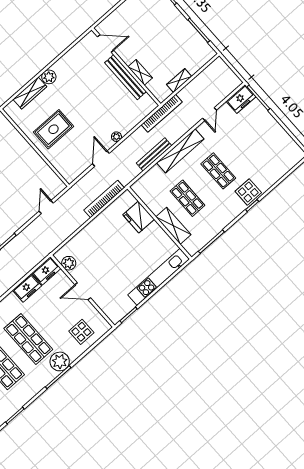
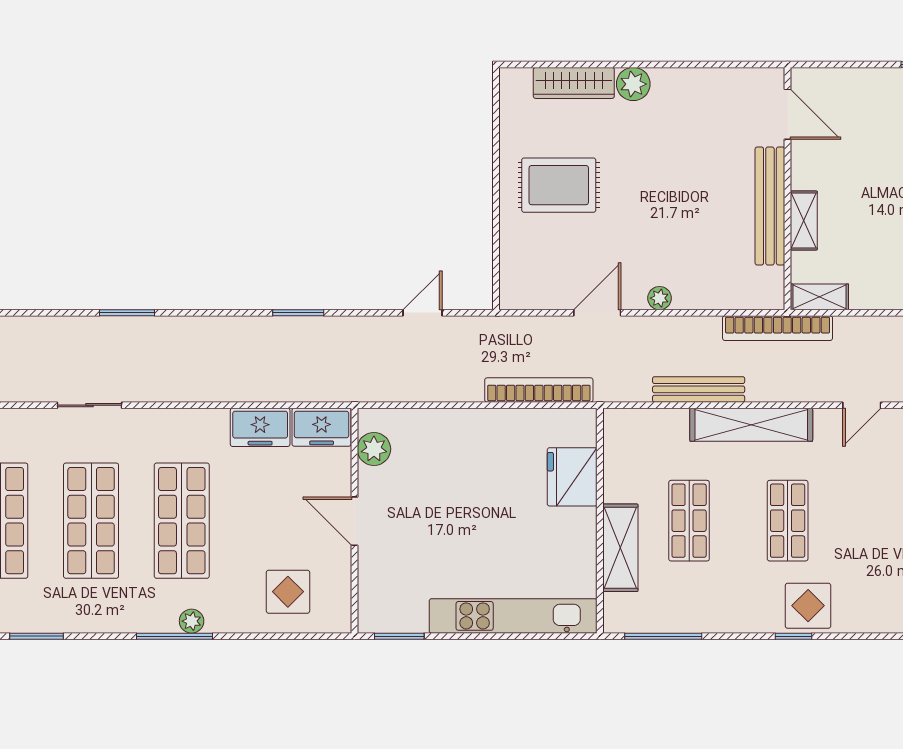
shelving: (179, 81) -> (819, 297), moved
plant: (60, 361) -> (192, 621), width x0.53, depth x0.53

